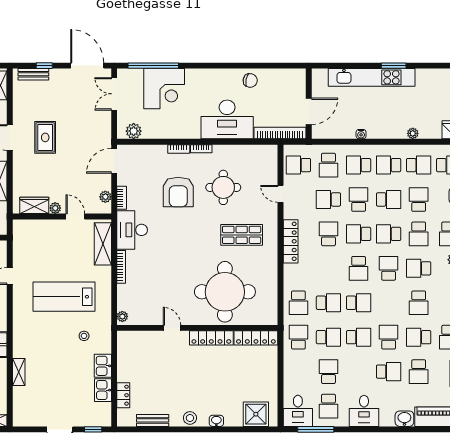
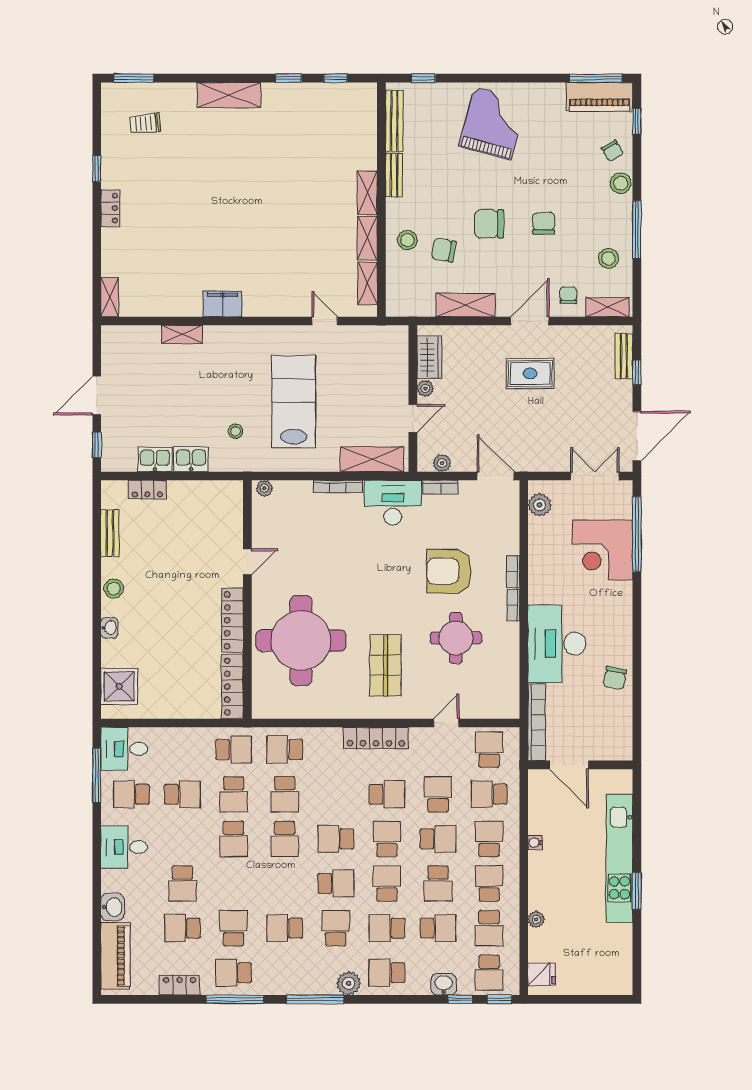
school desk: (389, 337) -> (234, 883), removed

